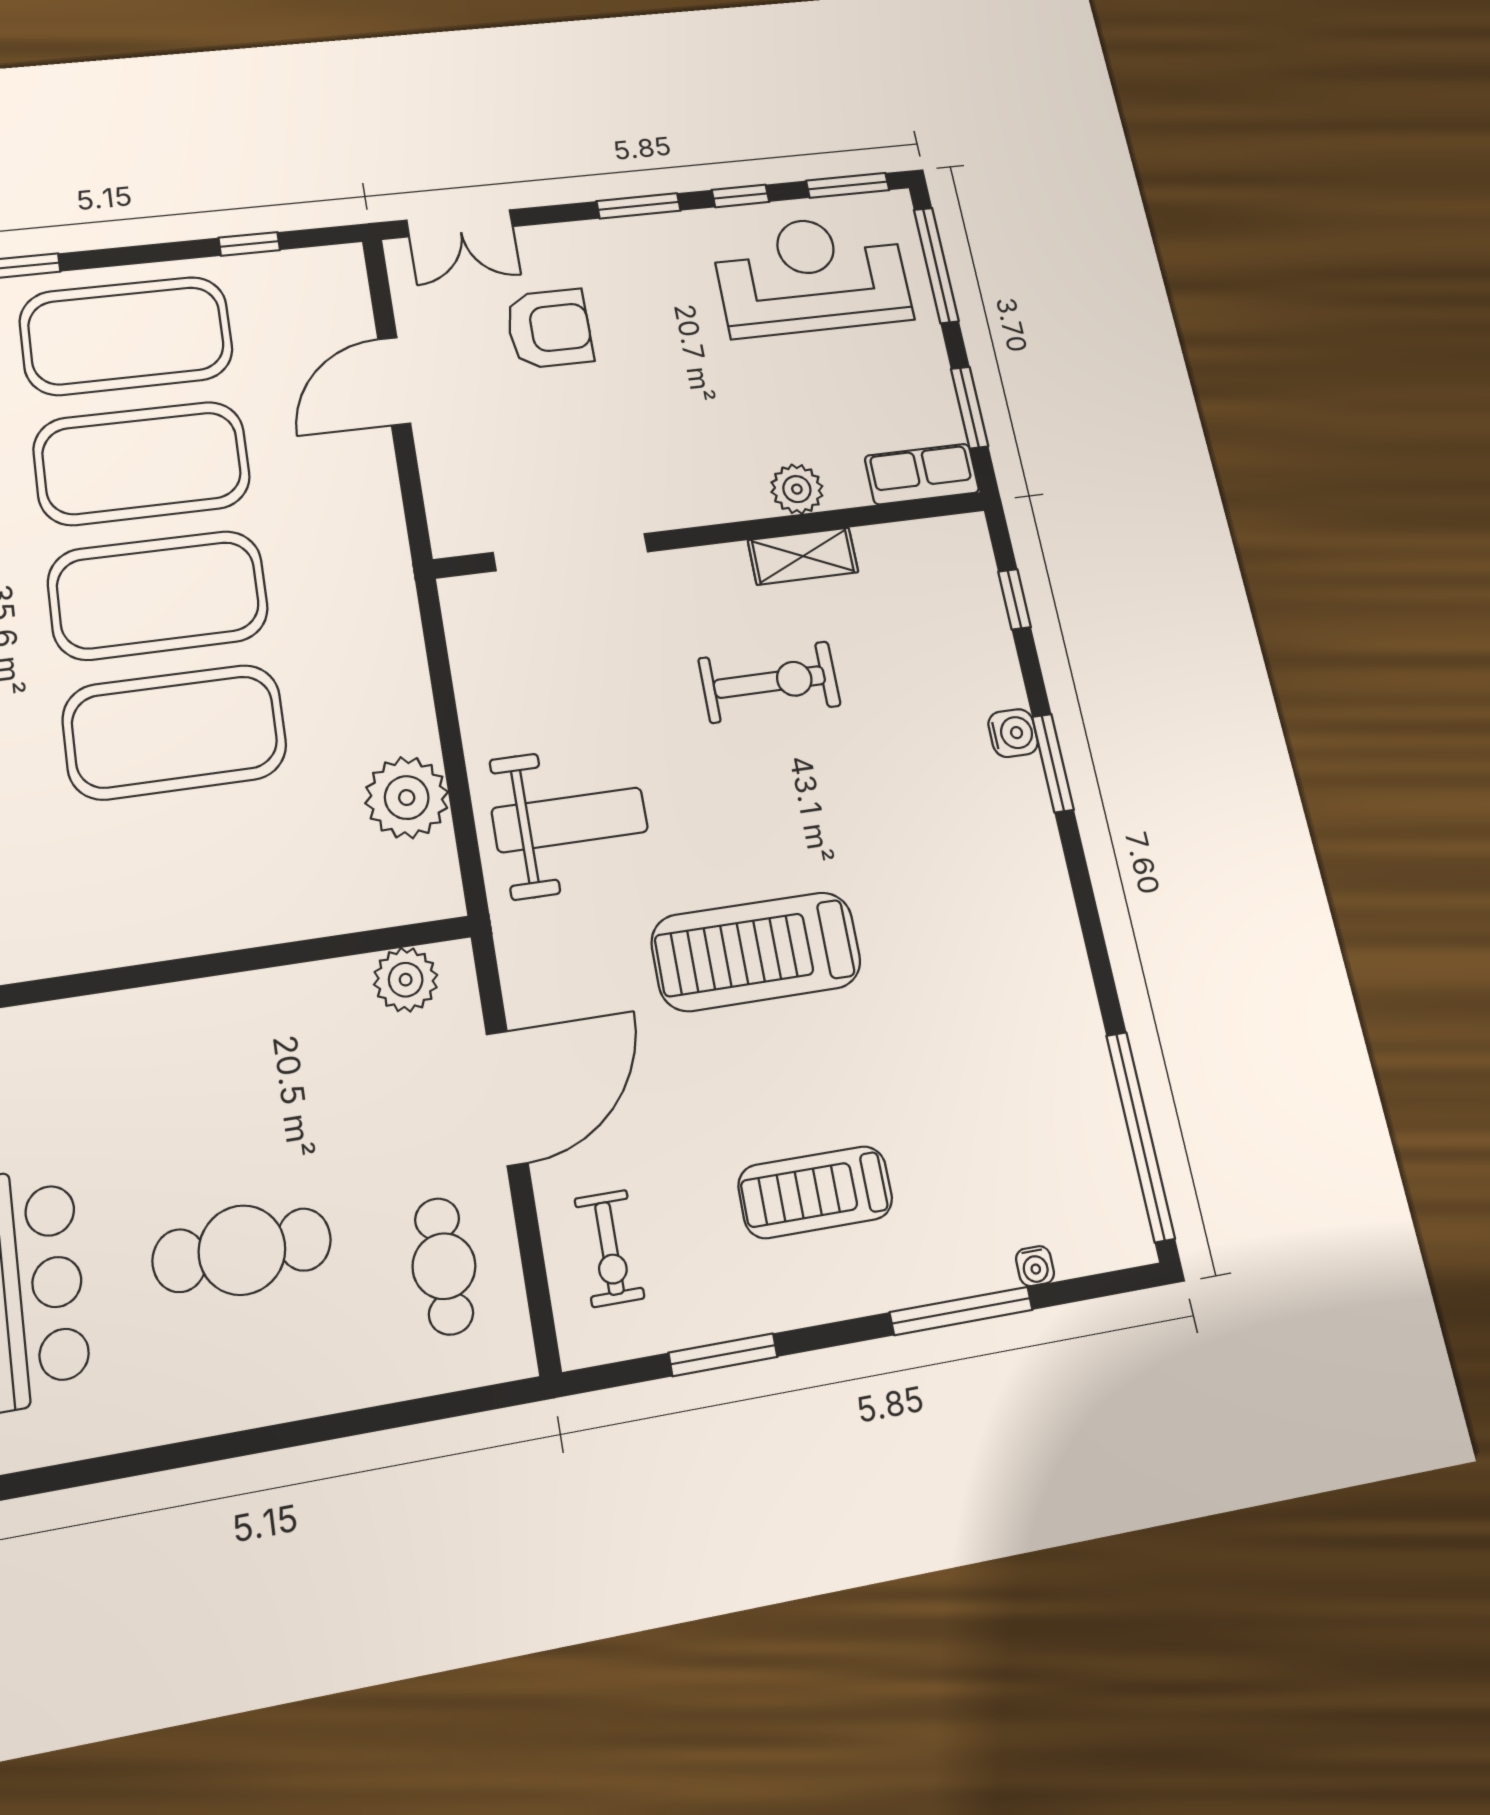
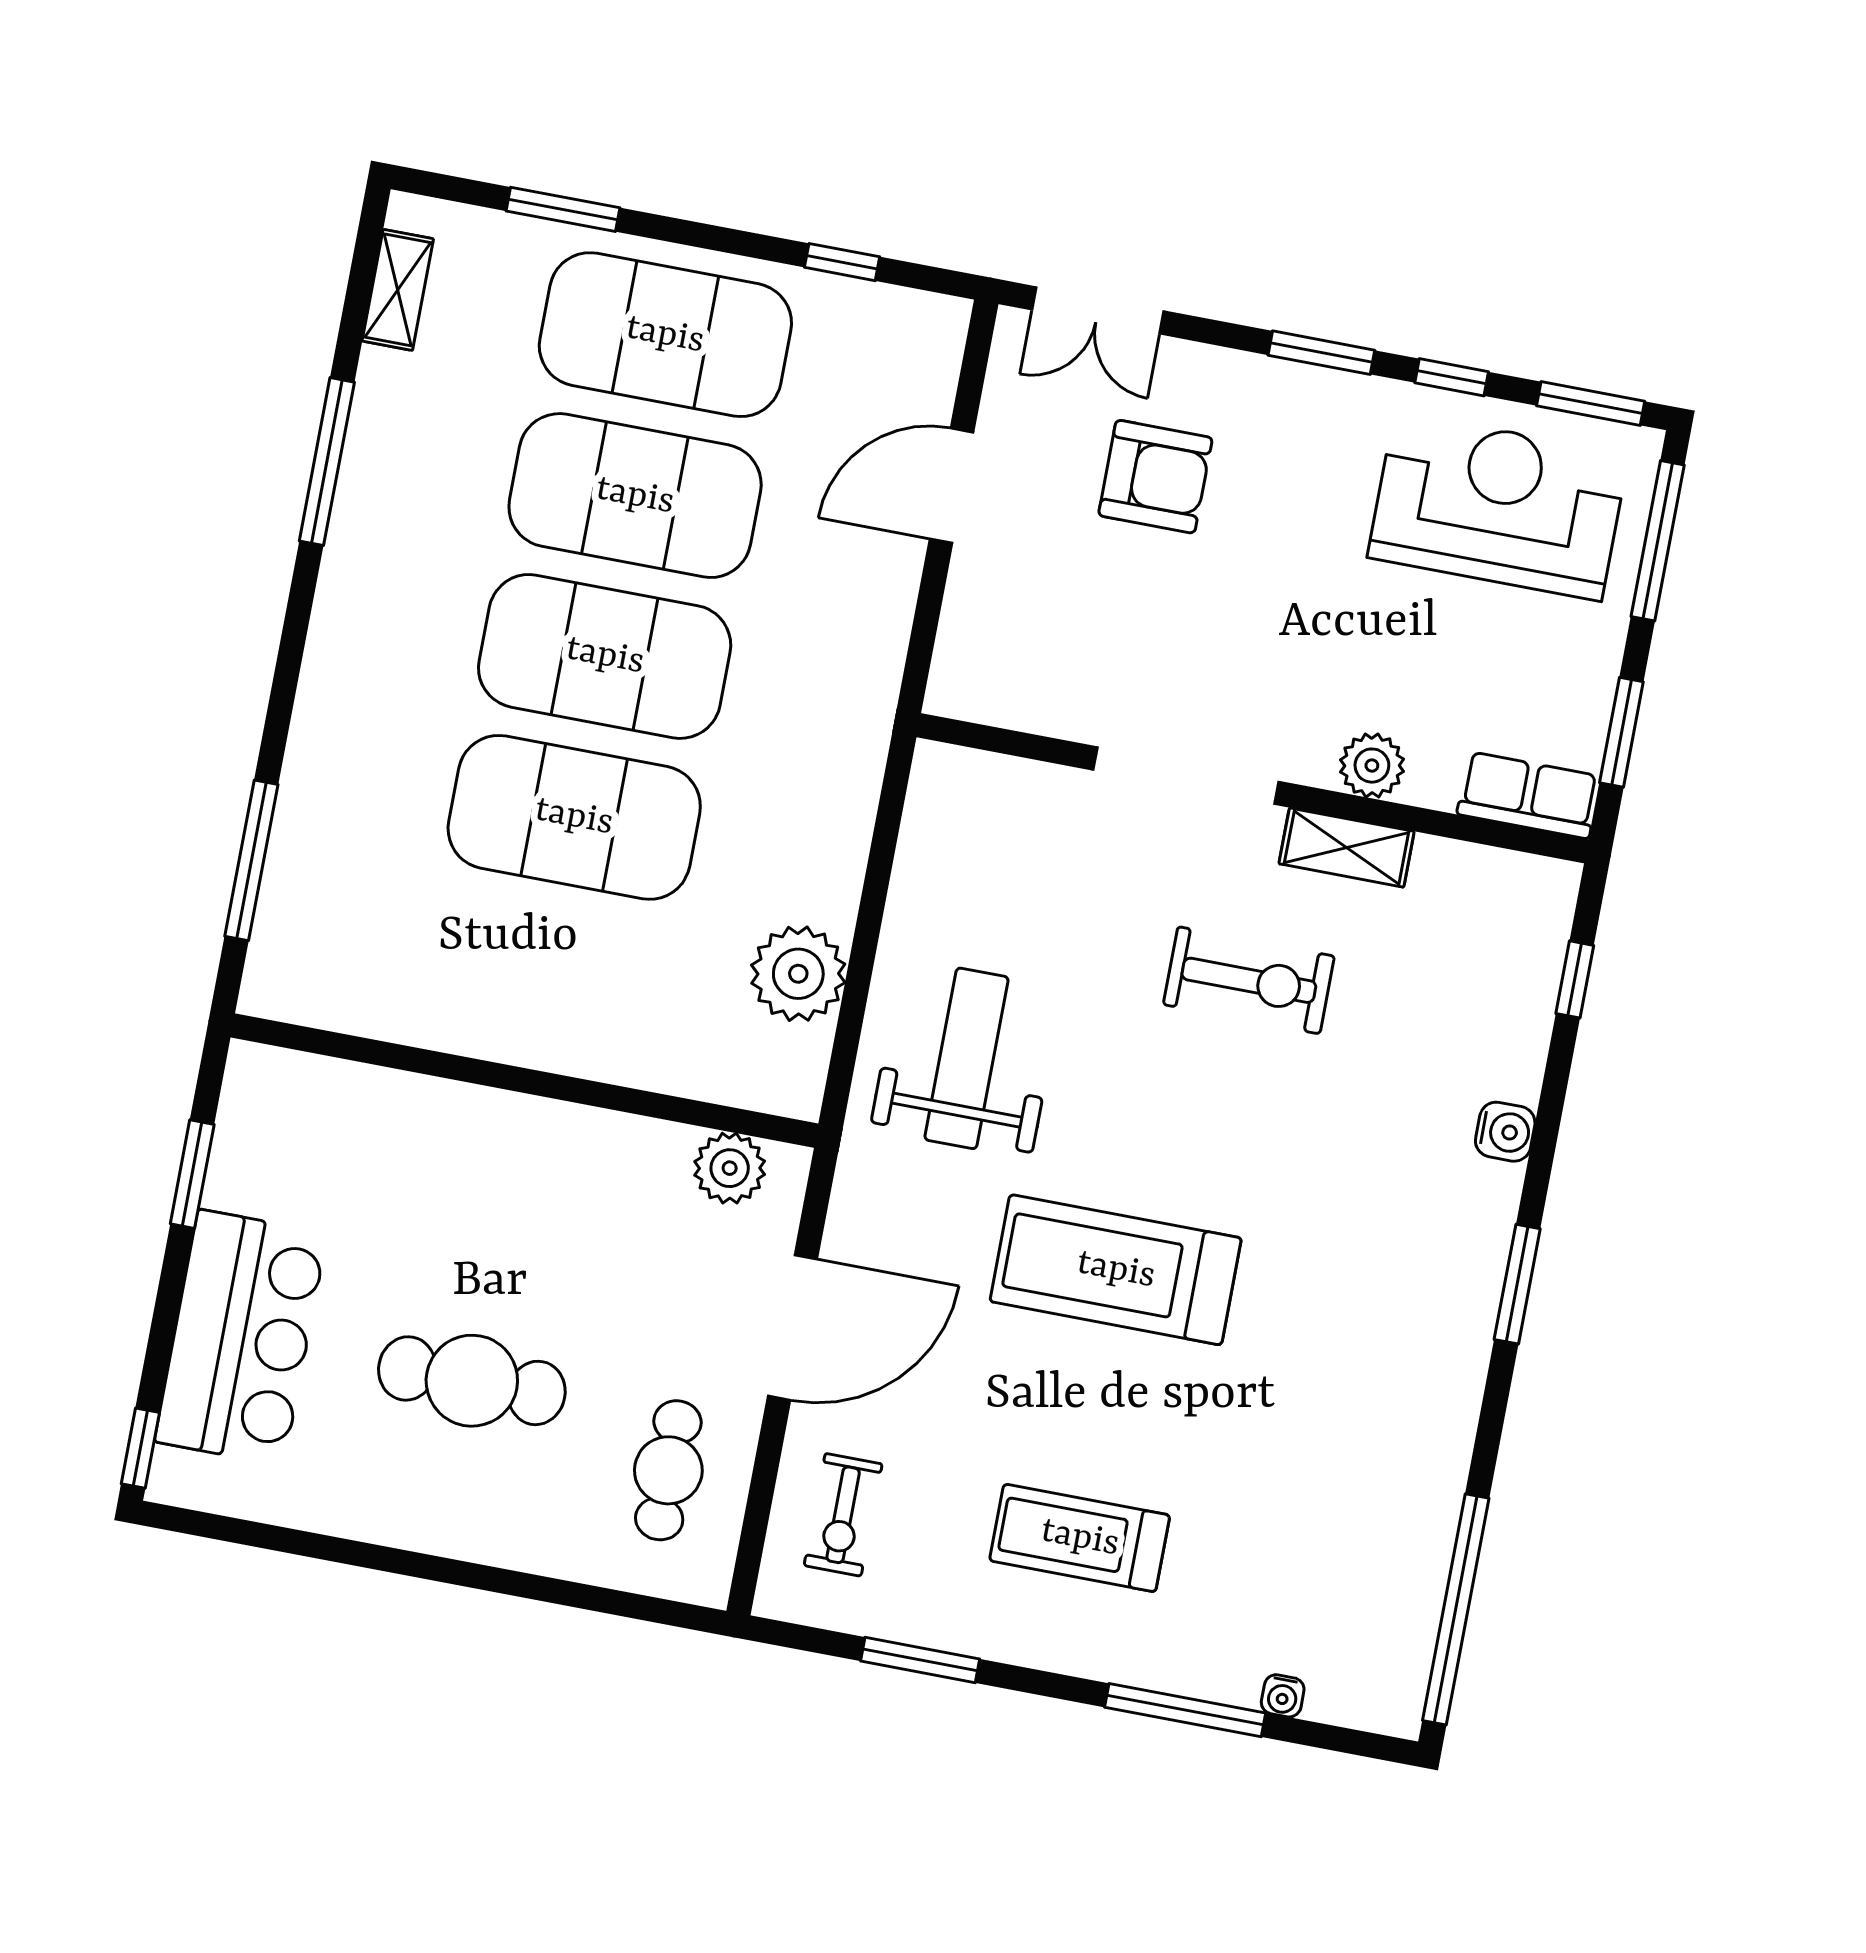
doorway: (571, 552) -> (1186, 776), moved
window: (1053, 763) -> (1517, 1284), moved
weight bench: (570, 820) -> (966, 1058), turned -90

